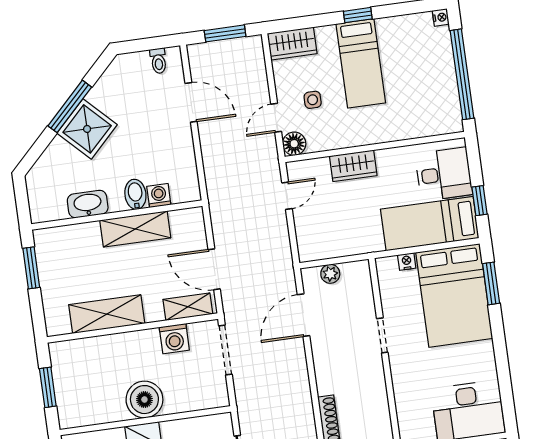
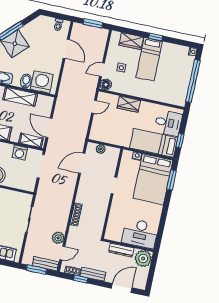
wardrobe: (292, 44) -> (131, 41), moved
washing machine: (159, 196) -> (42, 82), width x1.89, depth x1.89

